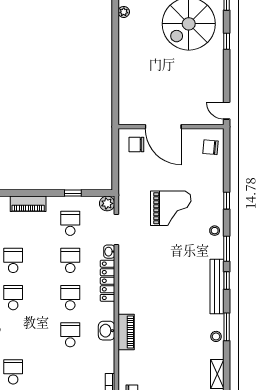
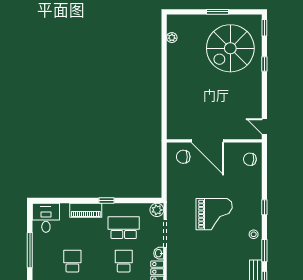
window: (73, 193) -> (107, 201), moved
school desk: (70, 223) -> (124, 228), width x1.85

